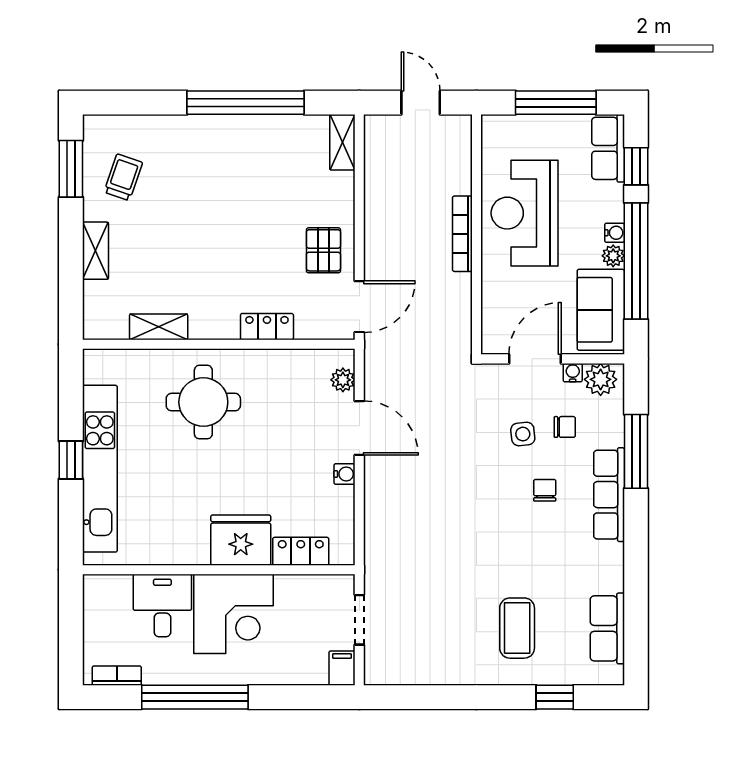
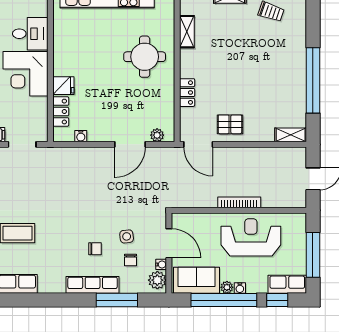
water cooler: (345, 474) -> (81, 136), moved
fridge: (241, 540) -> (63, 86), width x0.53, depth x0.75

